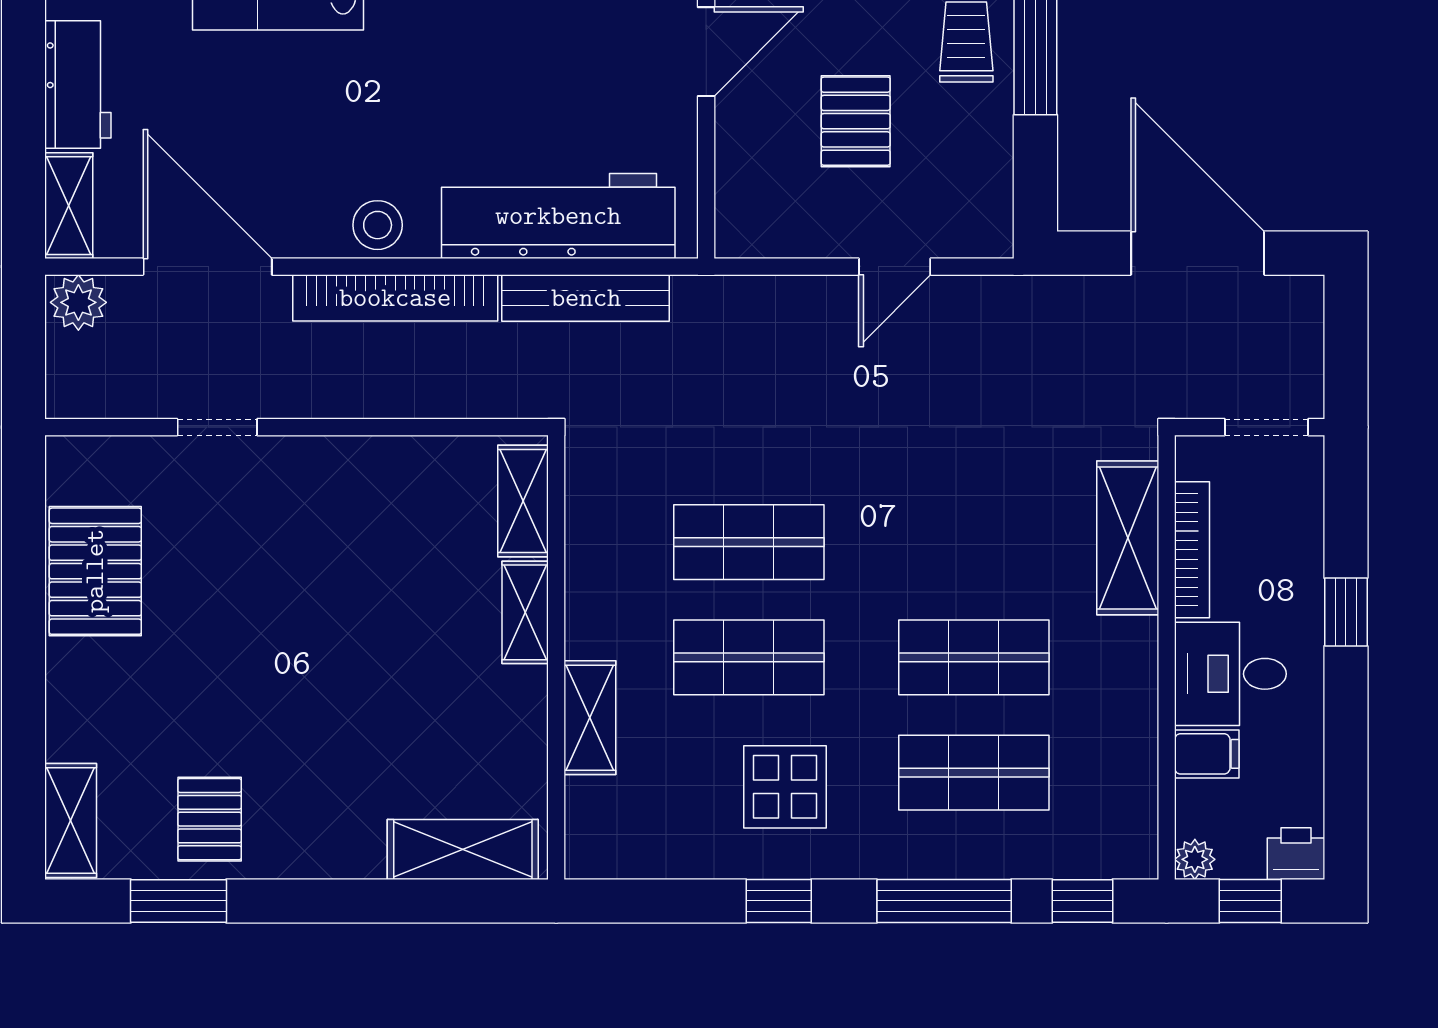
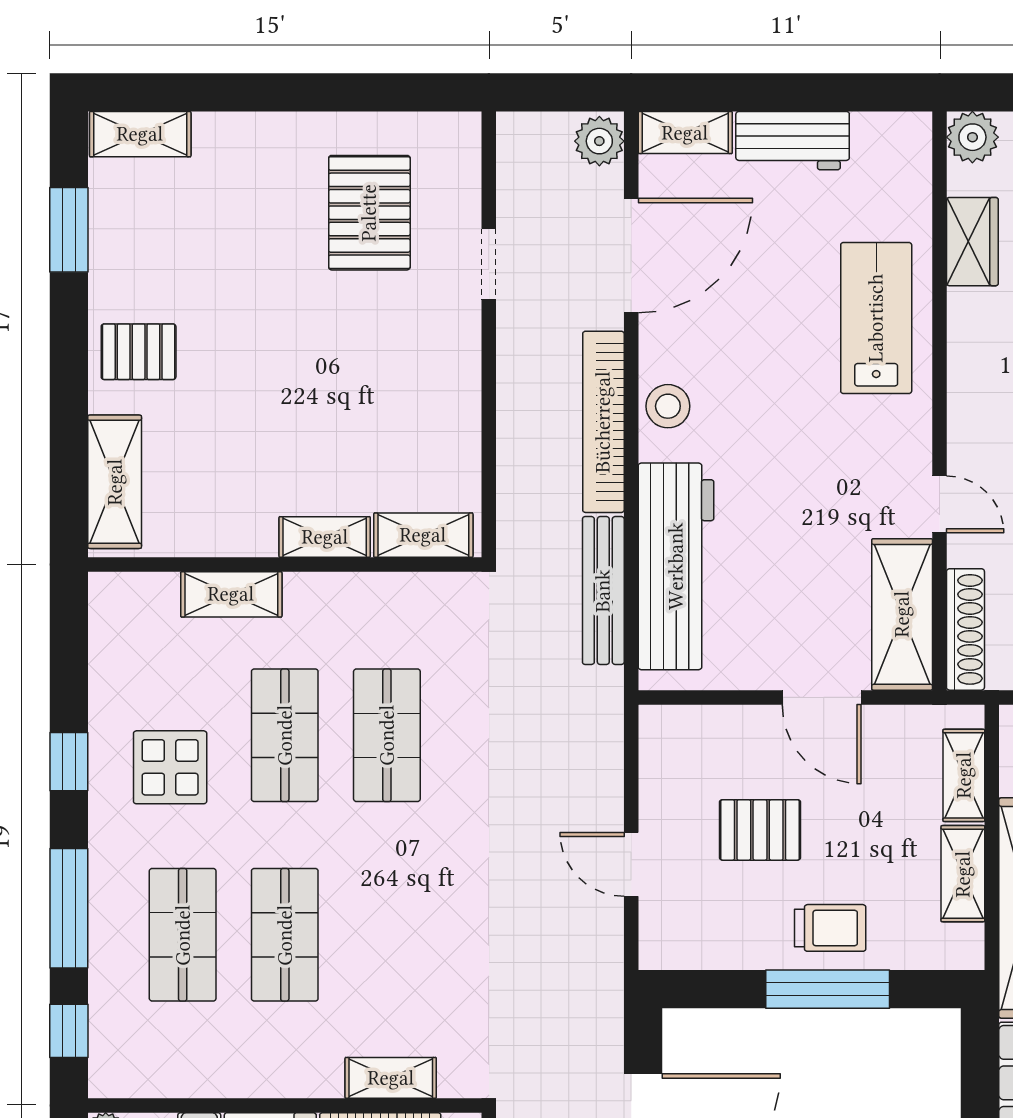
shelving: (1128, 538) -> (391, 1078), width x0.67, depth x0.75
pallet: (95, 571) -> (369, 213), moved, turned 90
pallet: (210, 819) -> (139, 352), moved

